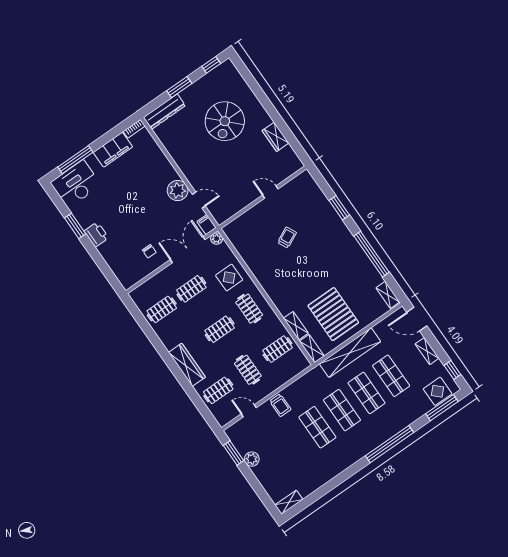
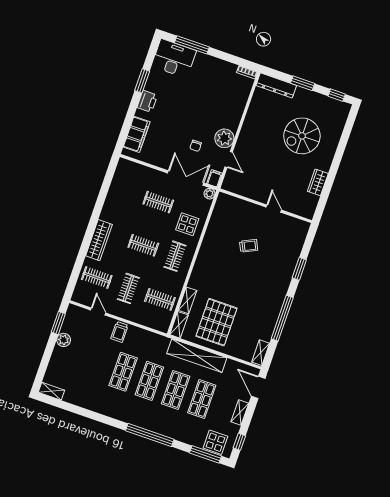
filing cabinet: (113, 150) -> (137, 134), moved, turned -90
chair: (149, 251) -> (196, 146), moved
clothes rail: (162, 309) -> (127, 191), removed

